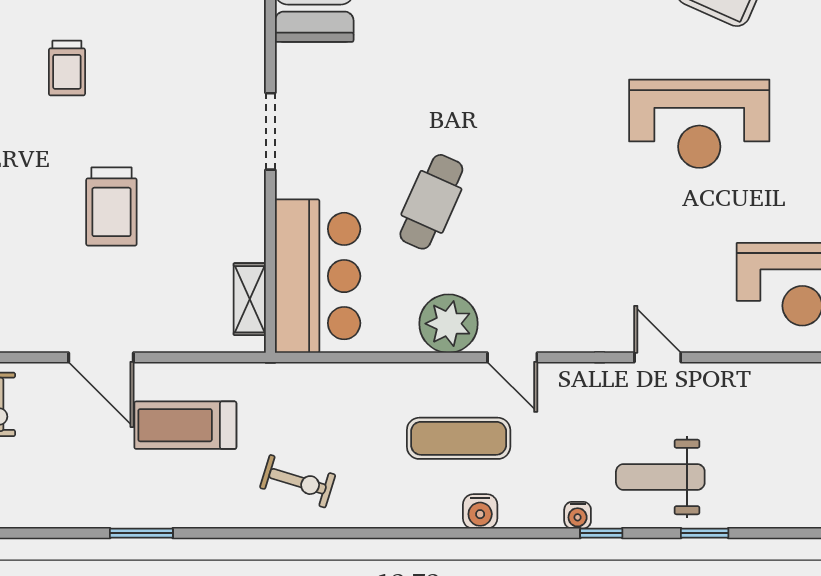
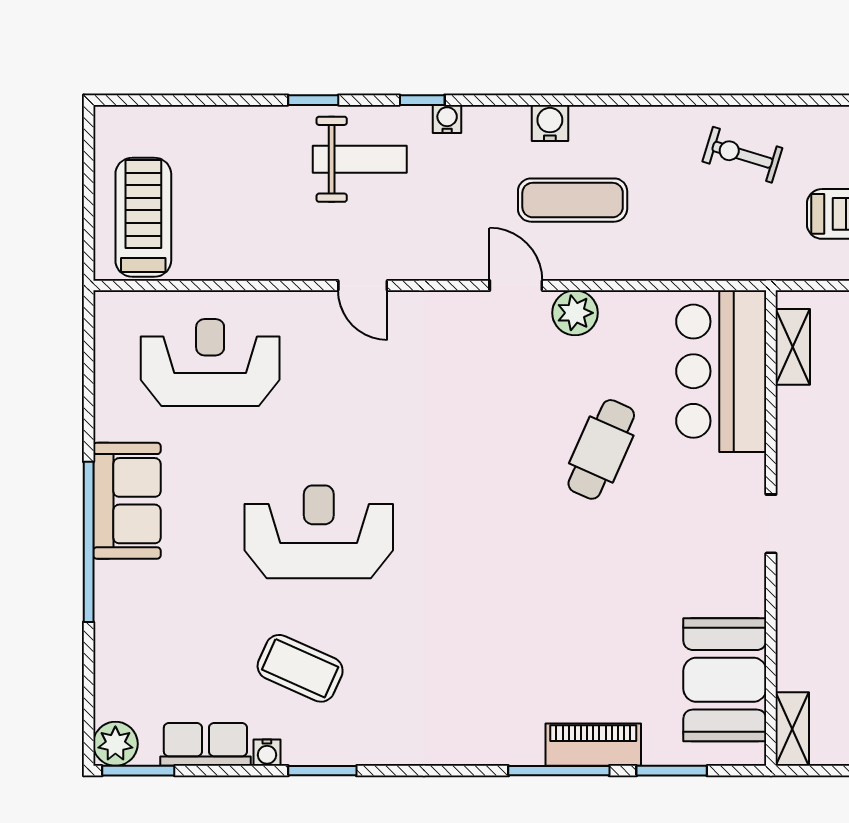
doorway: (270, 131) -> (771, 524), width x0.73
plant: (448, 324) -> (575, 313), width x0.73, depth x0.73

